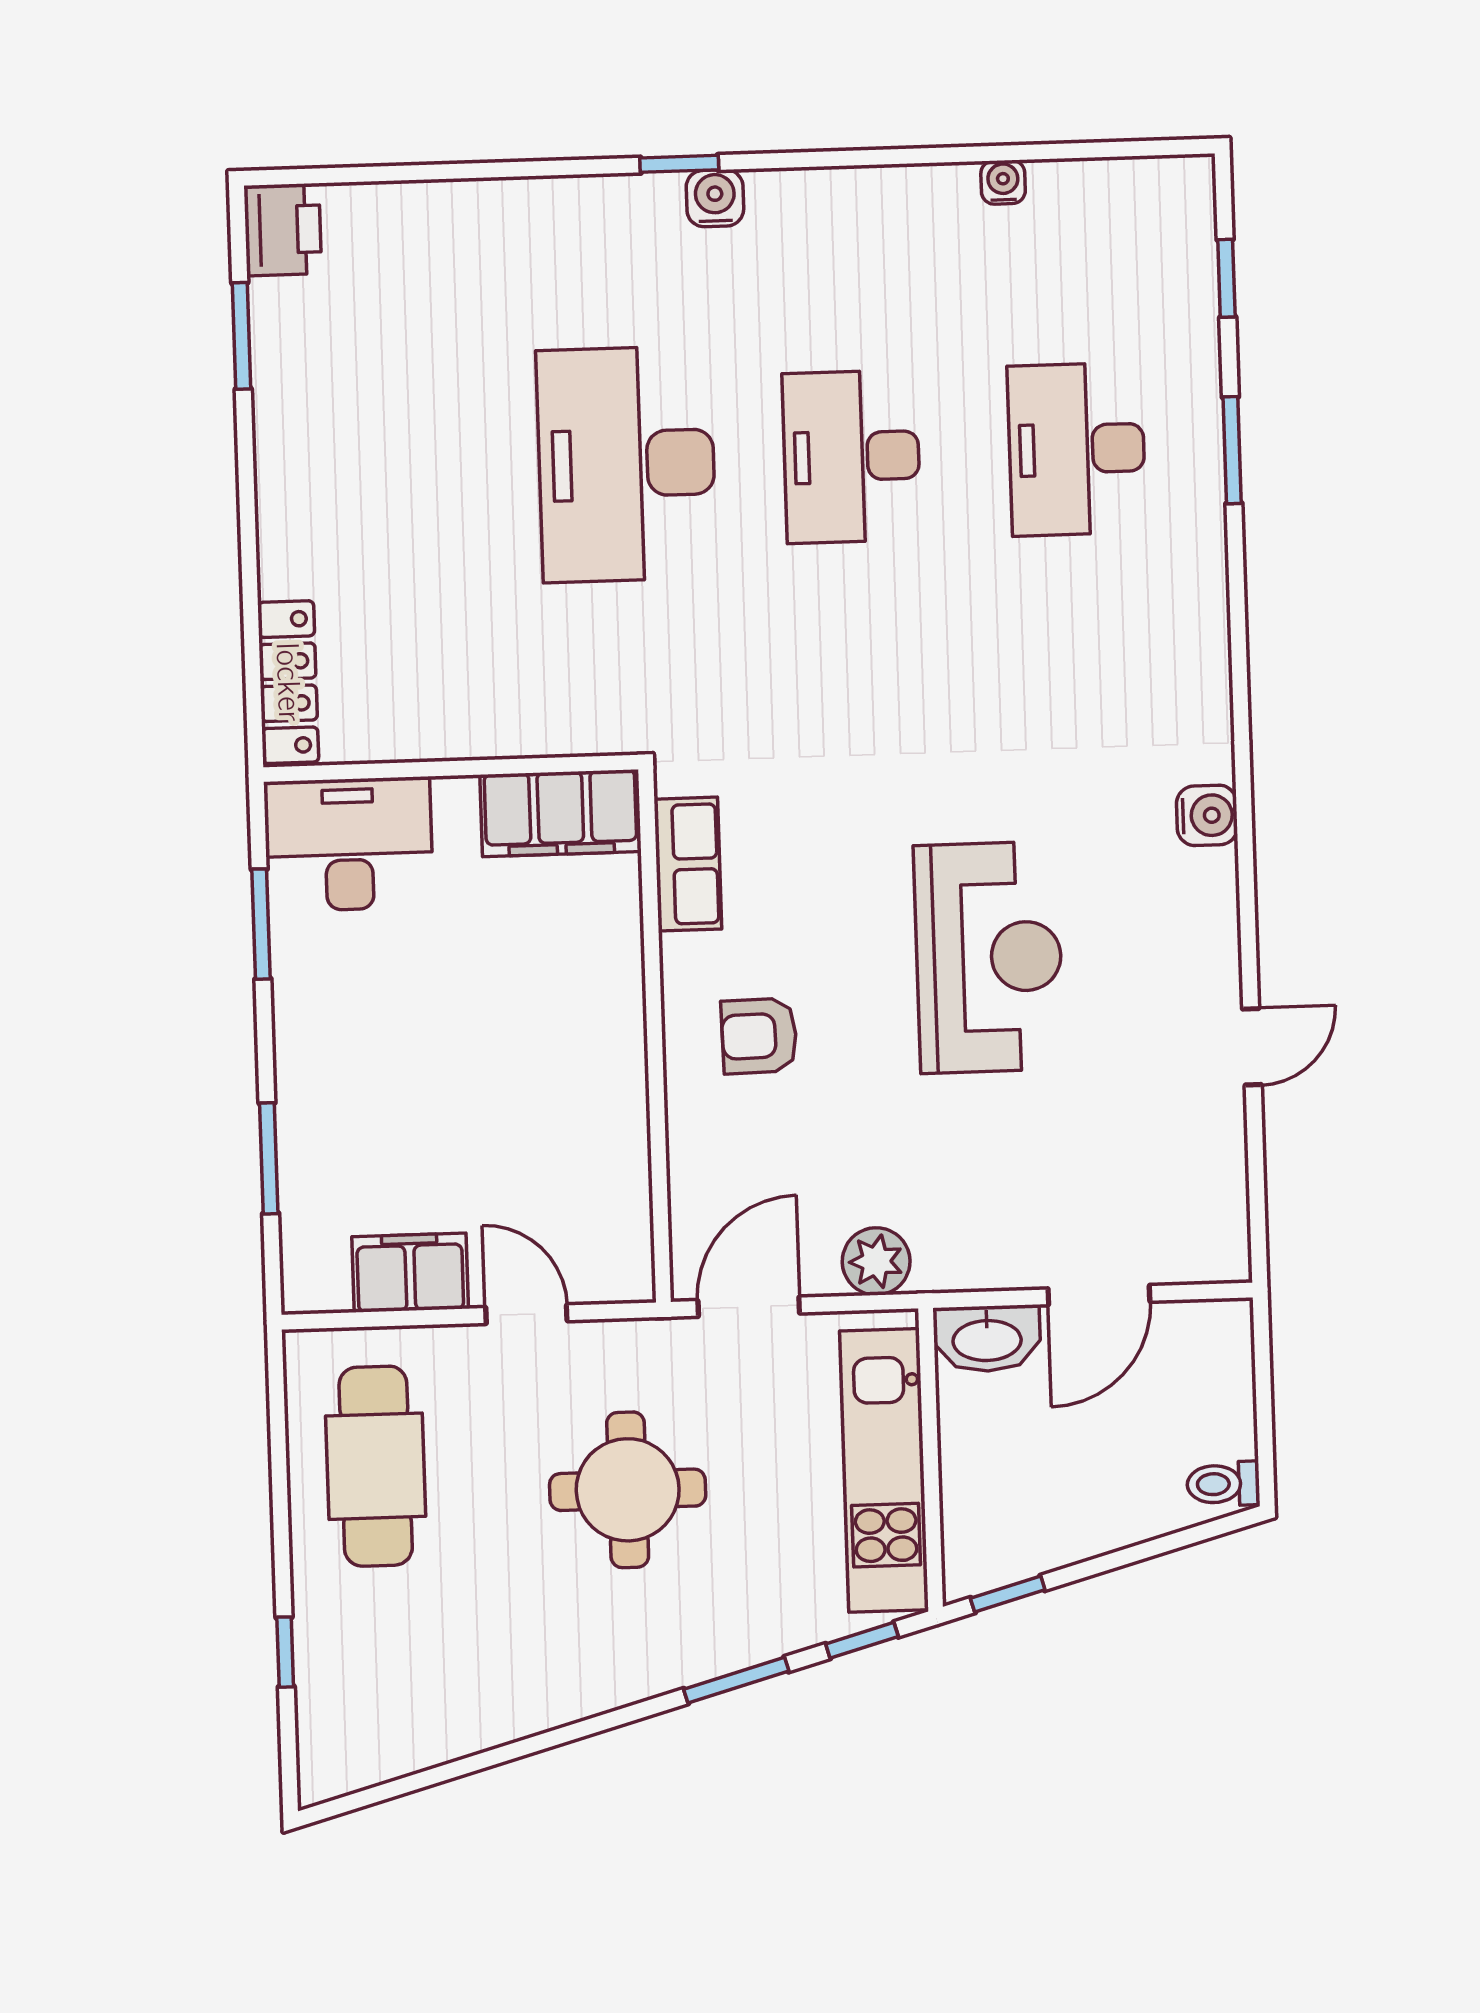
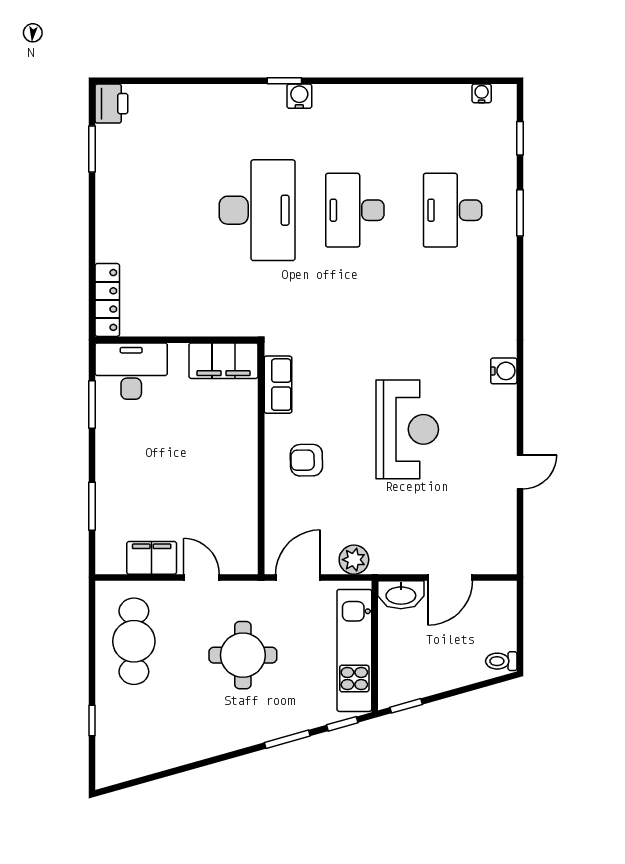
water cooler: (1003, 182) -> (482, 93), moved
desk: (627, 464) -> (257, 210), turned 180

